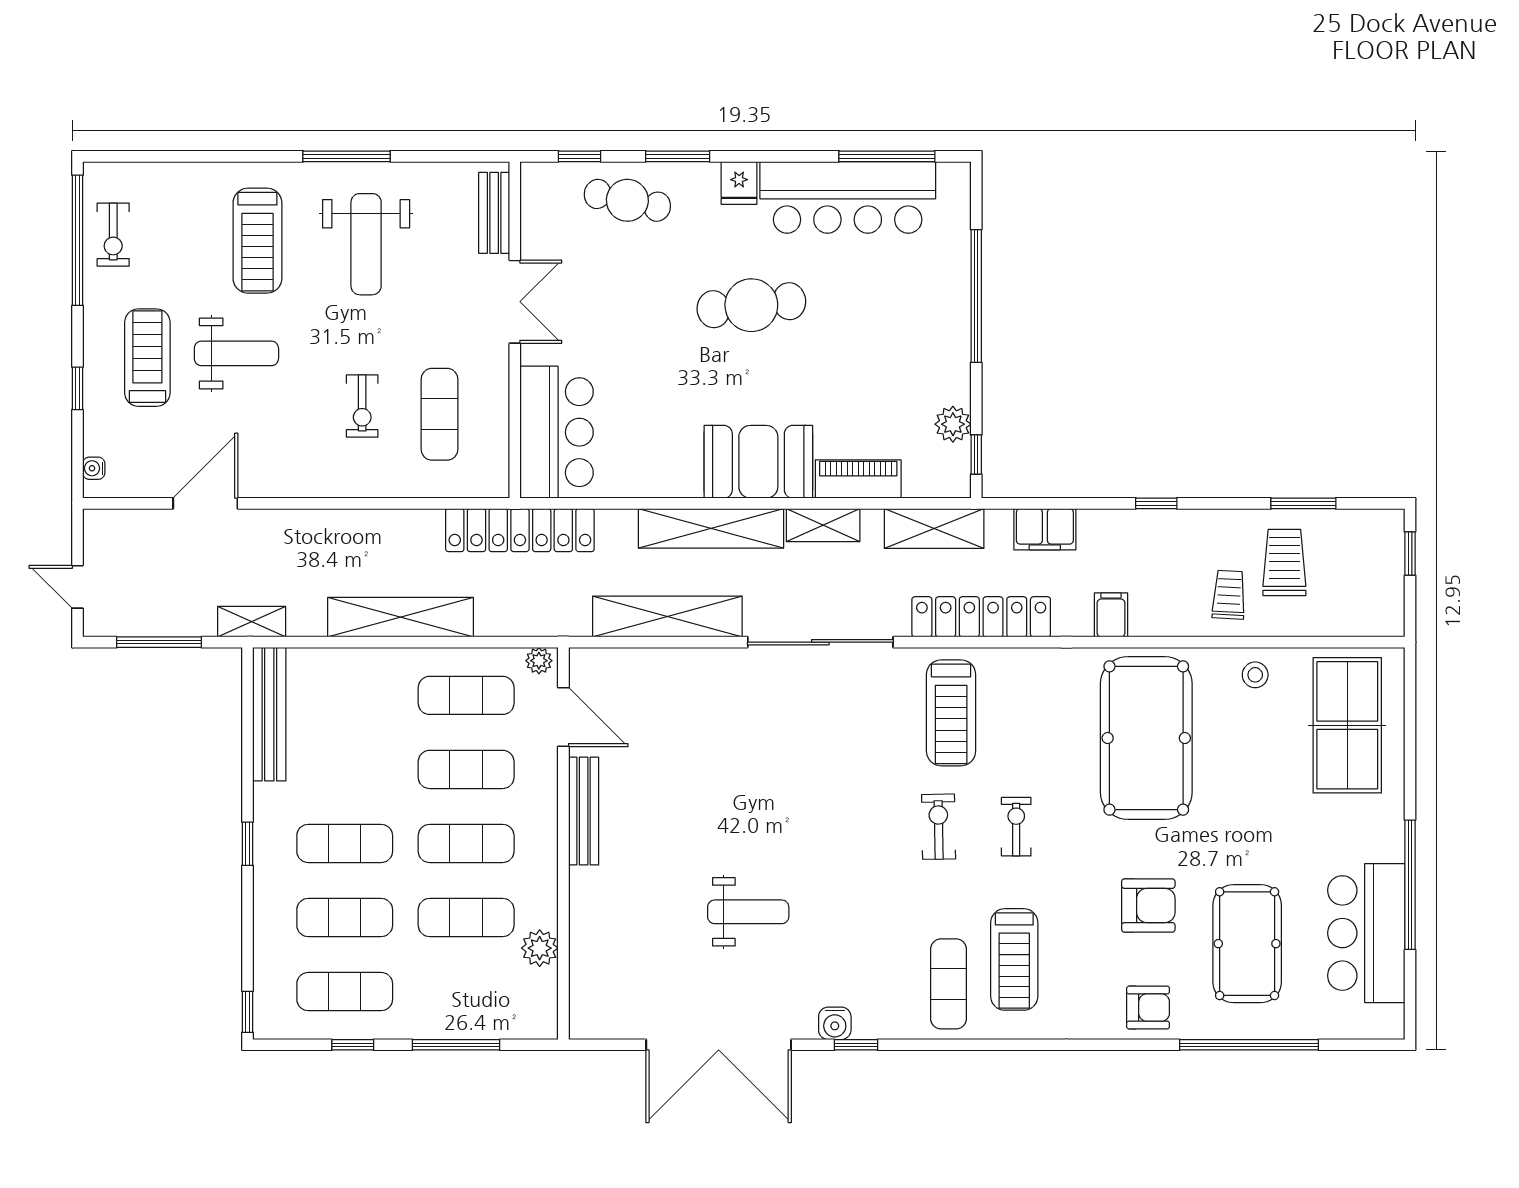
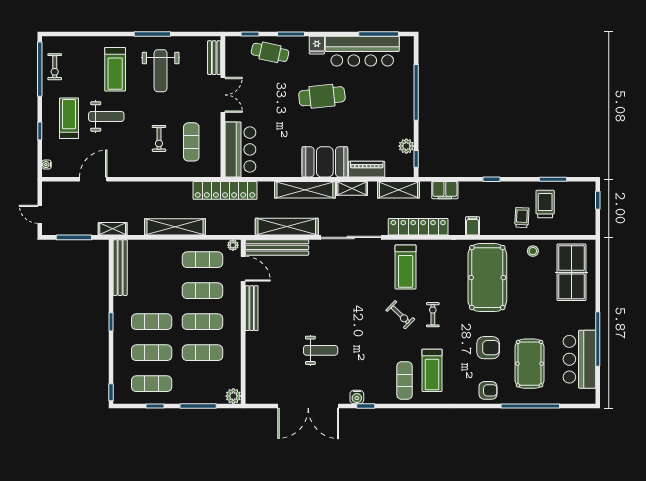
bench: (644, 666) -> (277, 247), added
exercise bike: (939, 827) -> (400, 315), turned 135
plant: (540, 948) -> (233, 396), moved

